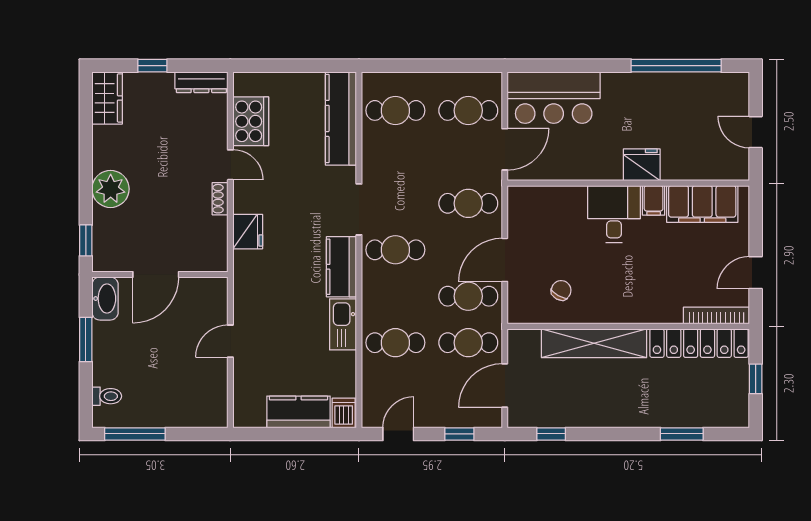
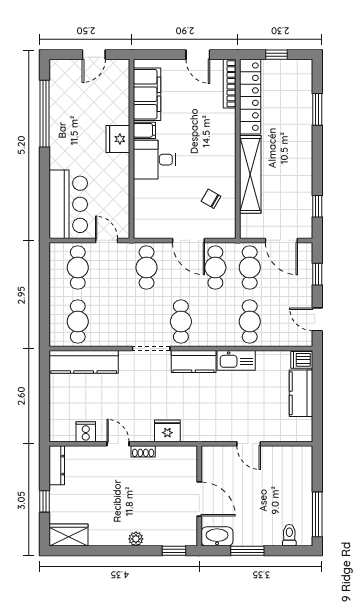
cooker: (251, 121) -> (86, 432), width x0.53, depth x0.76
door: (505, 149) -> (107, 240), width x0.73
door: (230, 165) -> (118, 444), hinge flipped
plant: (111, 189) -> (136, 539), width x0.53, depth x0.53

